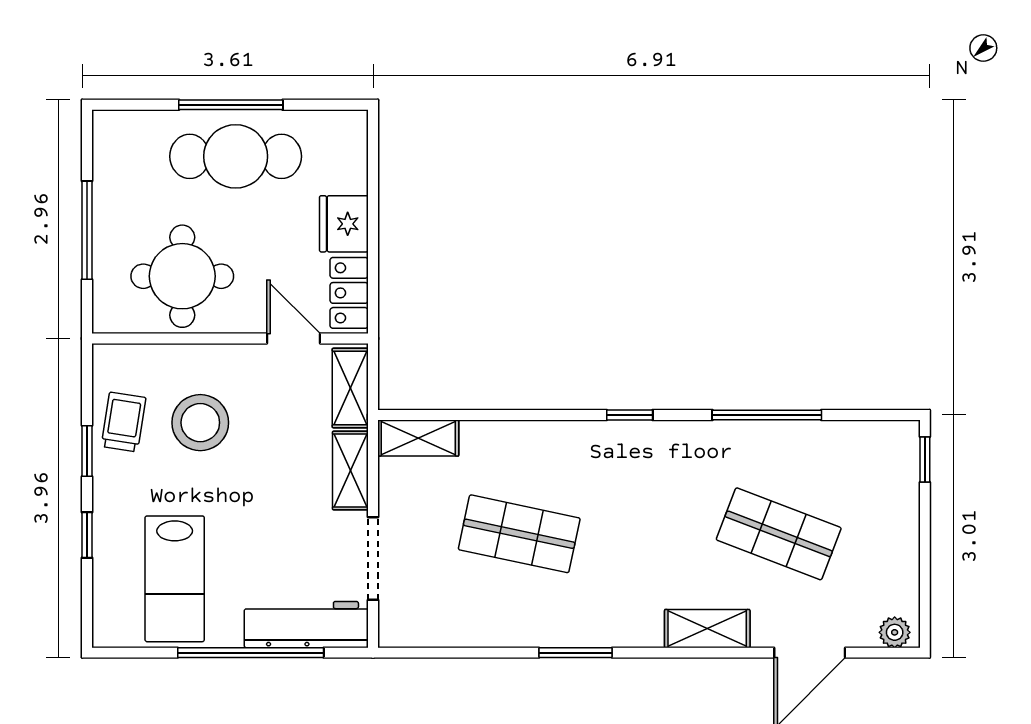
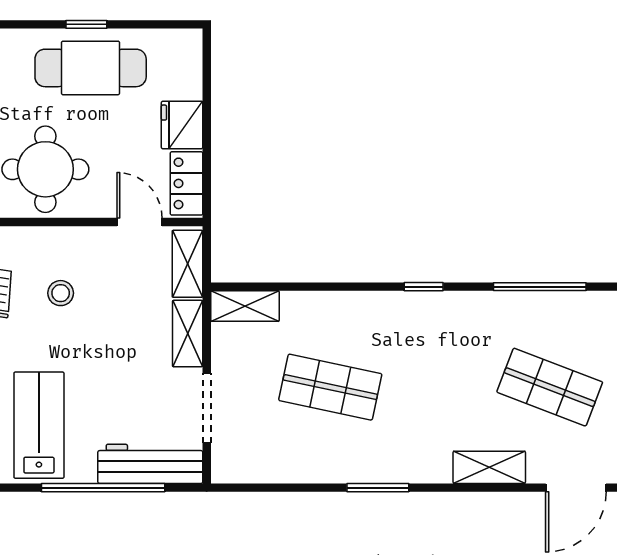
window: (231, 105) -> (86, 24), width x0.46
stool: (200, 423) -> (61, 293), width x0.53, depth x0.53
lab bench: (175, 579) -> (39, 425), turned 180

